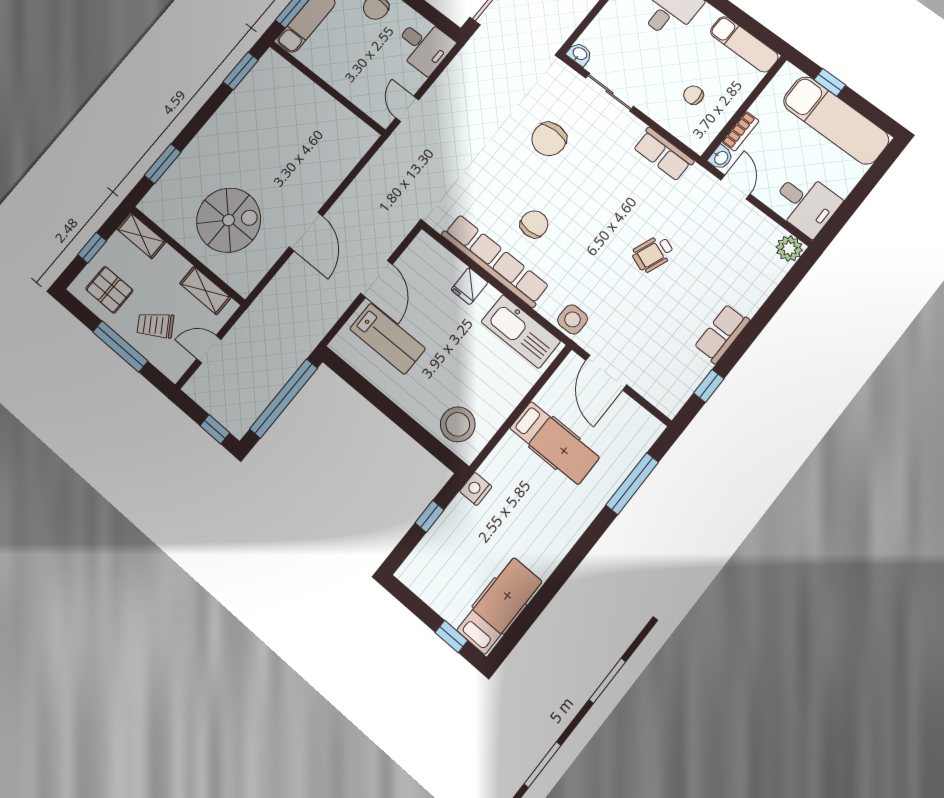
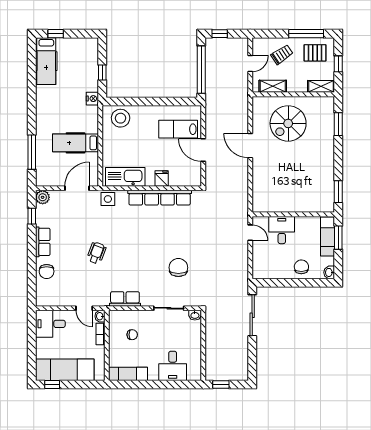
desk: (424, 46) -> (282, 230), moved, turned 90
window: (830, 82) -> (52, 385), moved
chair: (534, 224) -> (47, 271), moved
plant: (789, 249) -> (43, 197), moved
window: (120, 346) -> (306, 34), moved
door: (606, 373) -> (77, 188), hinge flipped

